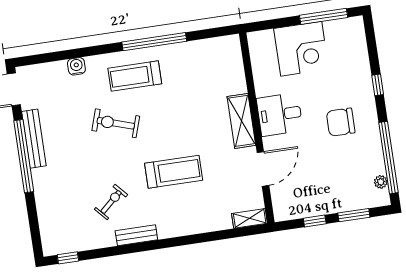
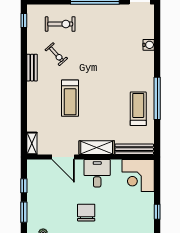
window: (324, 16) -> (157, 212), width x0.46
corner desk: (301, 49) -> (138, 175), moved
treadmill: (135, 76) -> (138, 109), moved
exercise bike: (116, 123) -> (60, 24), moved, turned 72
bench: (34, 139) -> (134, 149), moved

